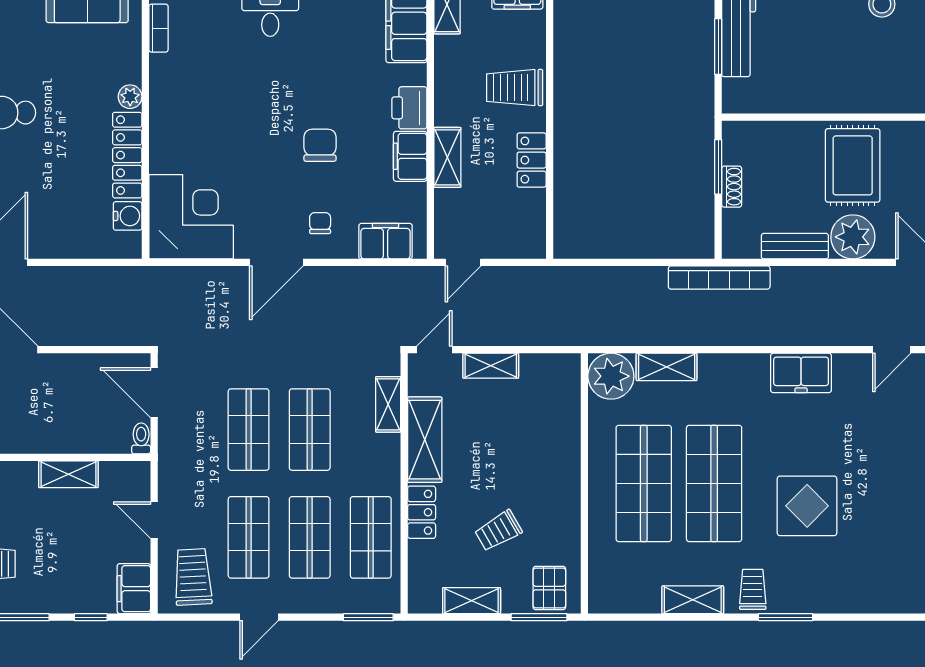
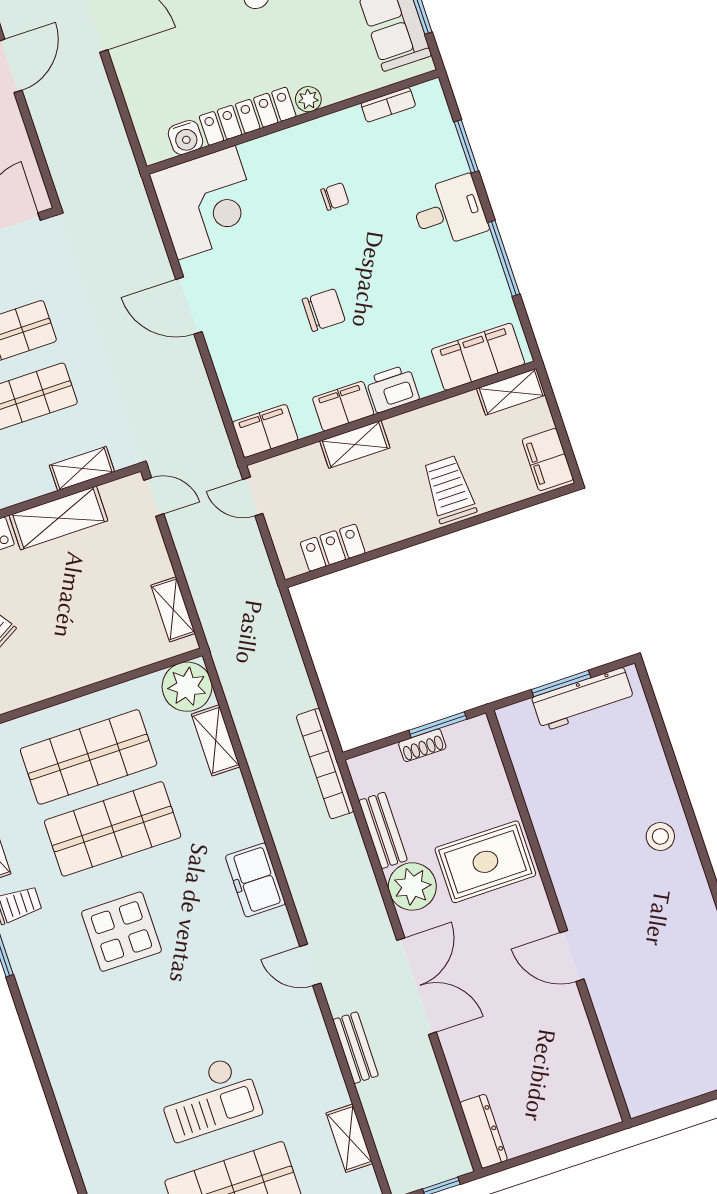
locker: (532, 160) -> (333, 548), moved
chair: (320, 223) -> (335, 196), moved
filing cabinet: (385, 241) -> (265, 431), moved, turned -90
shelving: (491, 366) -> (173, 609), moved

